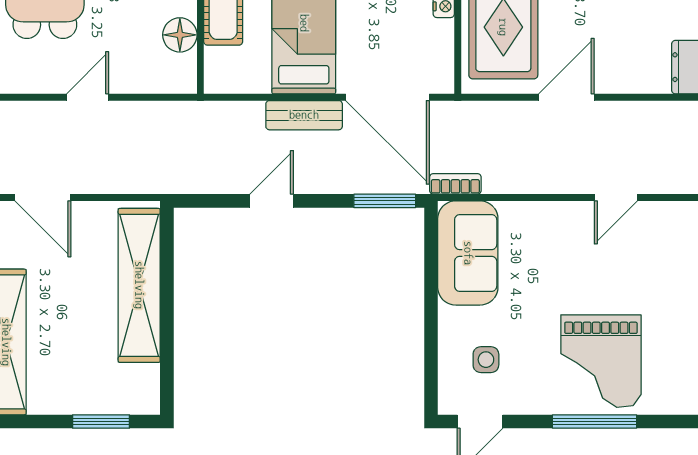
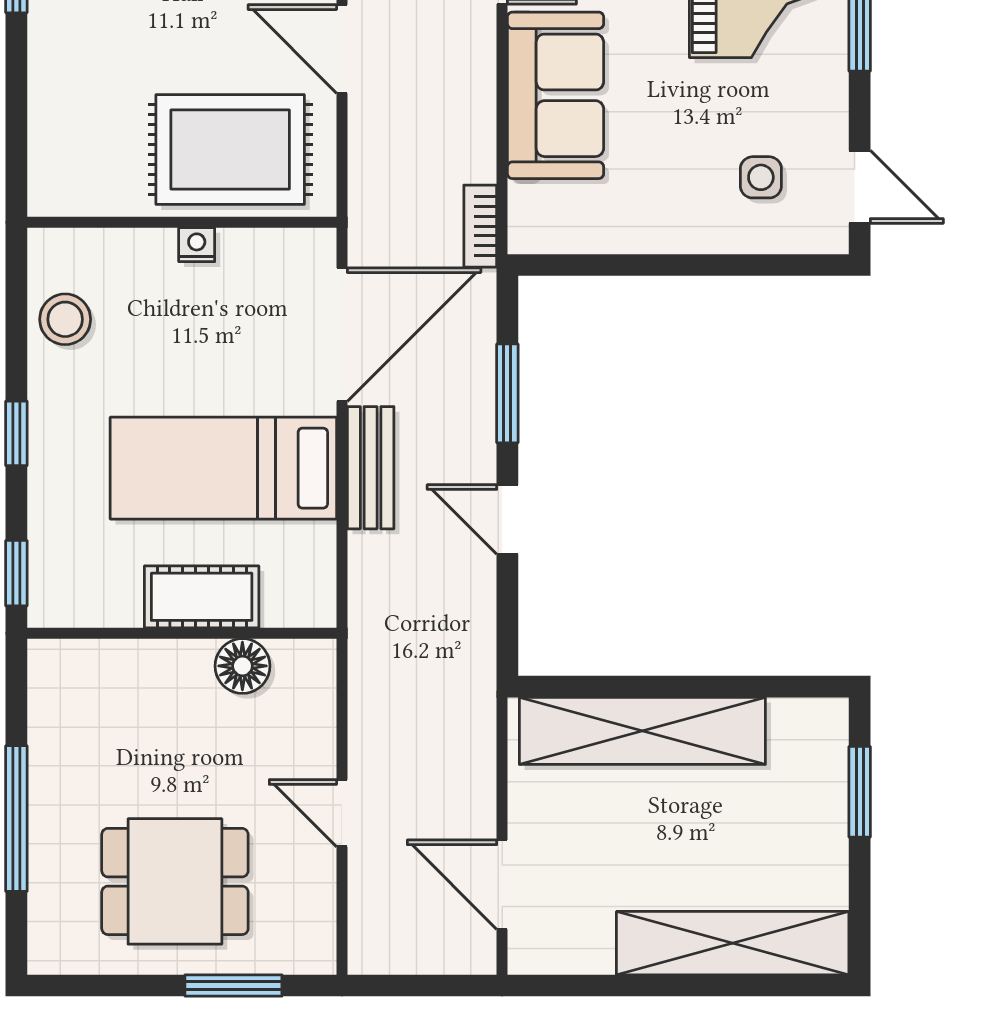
door: (43, 197) -> (502, 885), swing flipped
window: (385, 201) -> (507, 393), moved
sofa: (468, 253) -> (556, 95), moved, turned 90

